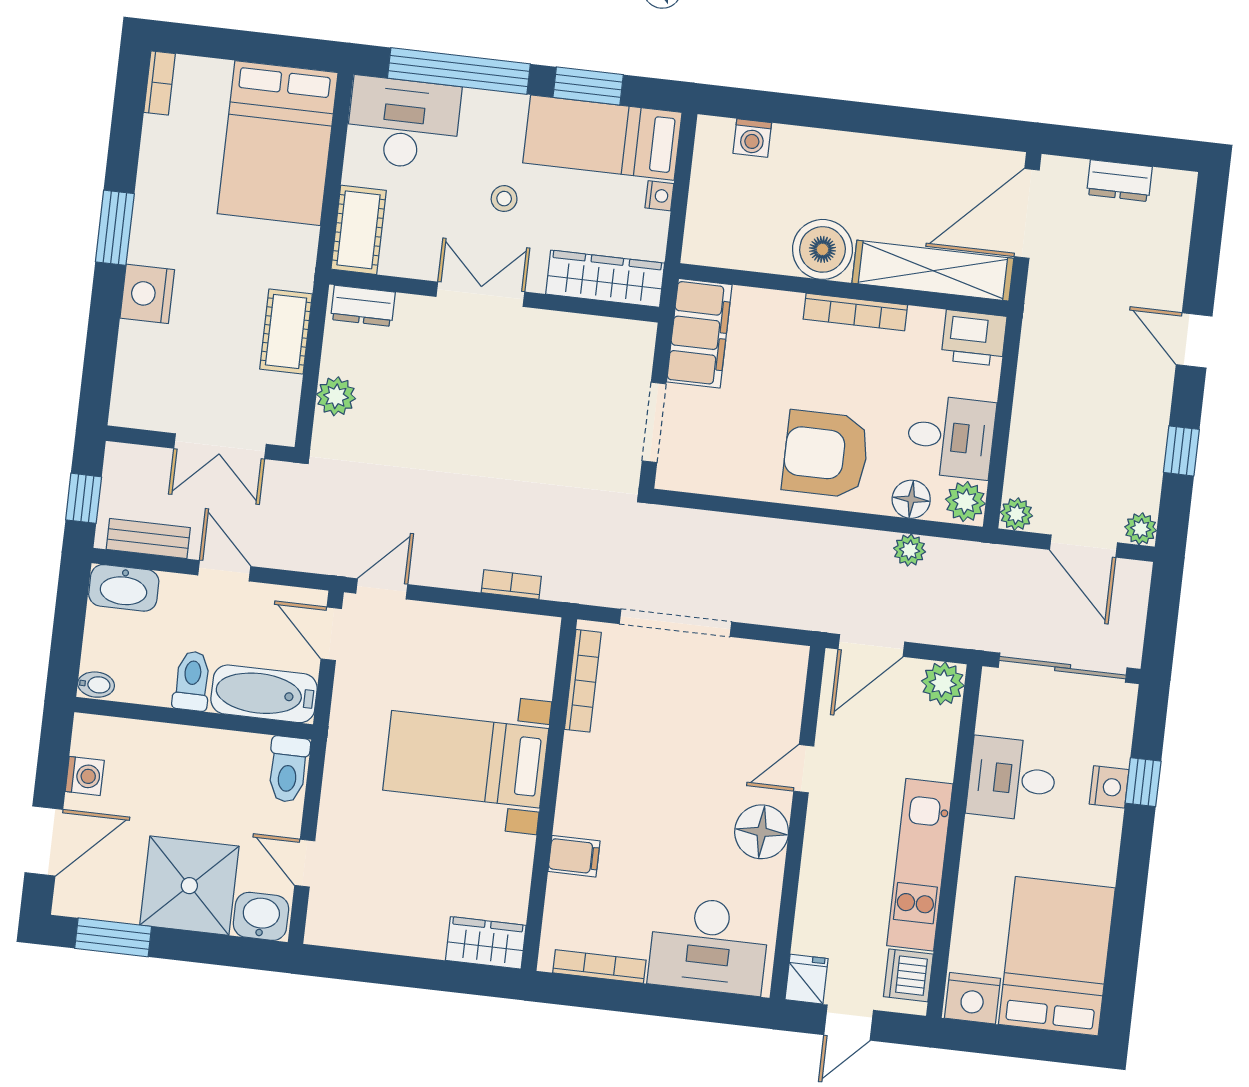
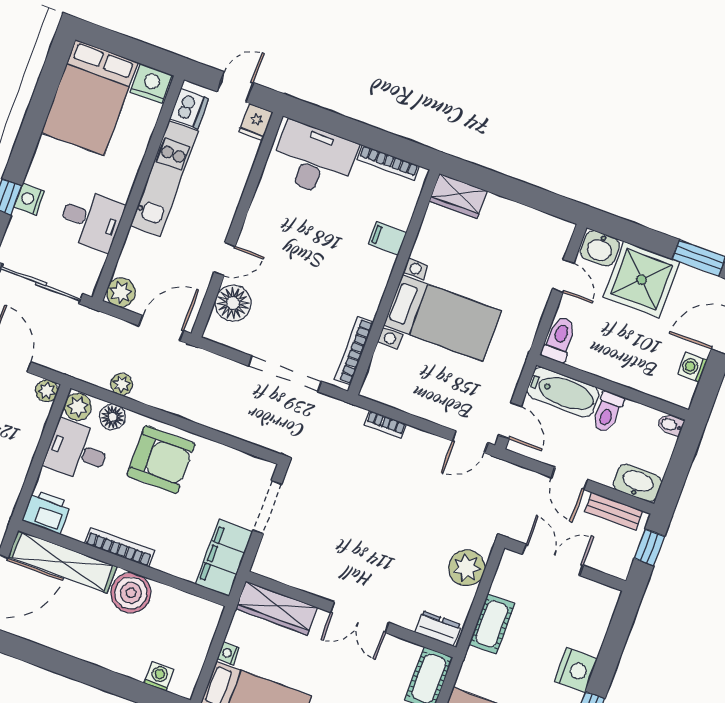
stool: (504, 199) -> (330, 676), removed
plant: (336, 396) -> (467, 568), width x1.36, depth x1.36
floor lamp: (762, 832) -> (233, 303), moved

